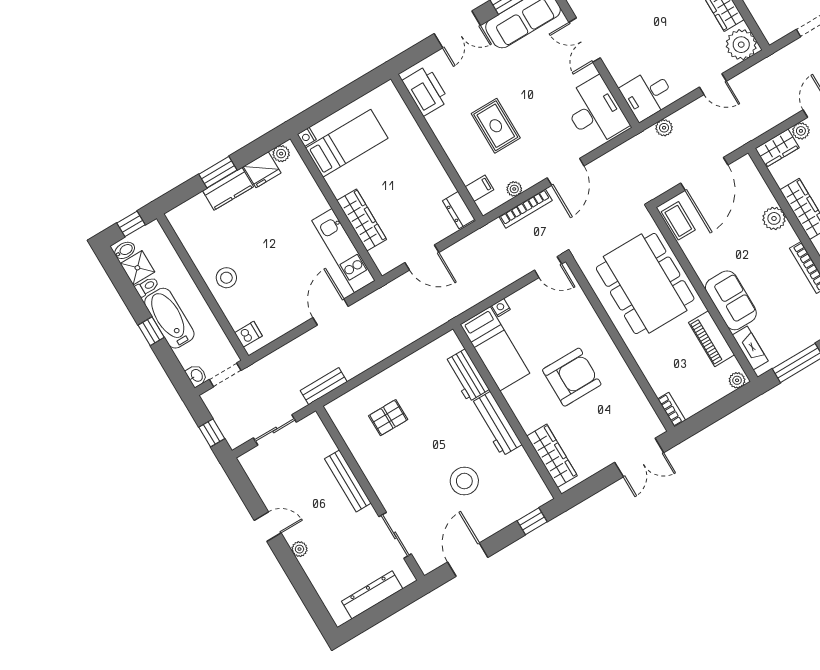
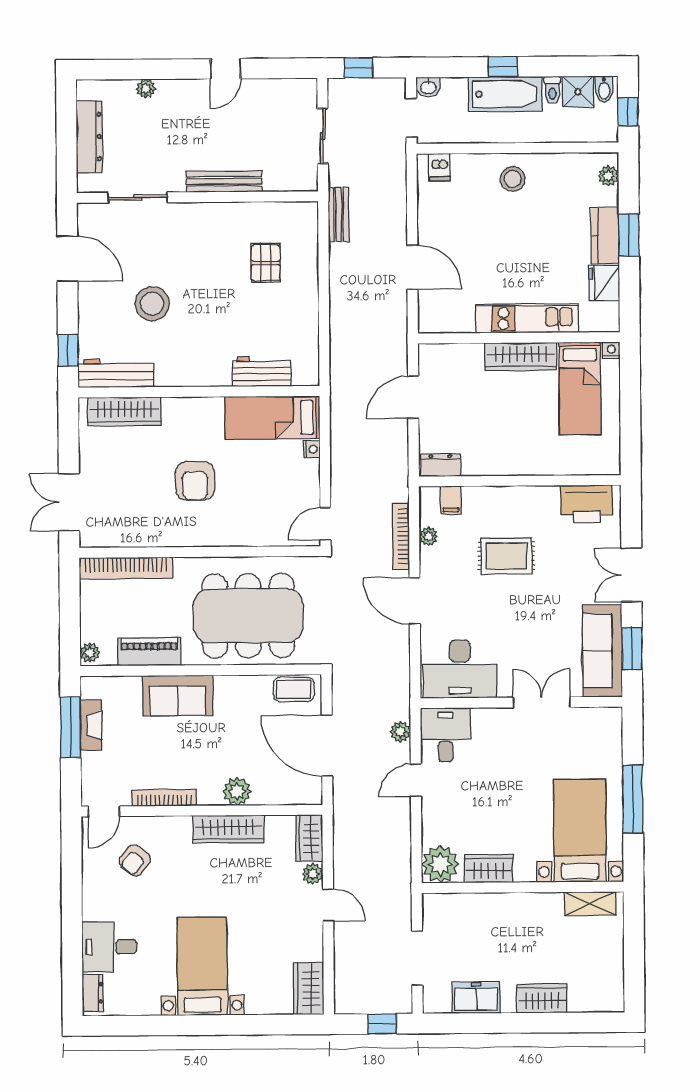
door: (713, 84) -> (416, 780), moved
plant: (281, 154) -> (608, 176), moved
wardrobe: (362, 220) -> (521, 357), moved
kitchen unit: (343, 251) -> (527, 318), moved
fireplace: (750, 348) -> (91, 725), moved, turned -90
armchair: (572, 377) -> (195, 481), width x0.73, depth x0.73
bookcase: (671, 410) -> (126, 568), width x2.31, depth x1.31
workbench: (496, 424) -> (116, 373), moved
plant: (299, 549) -> (146, 89), moved

